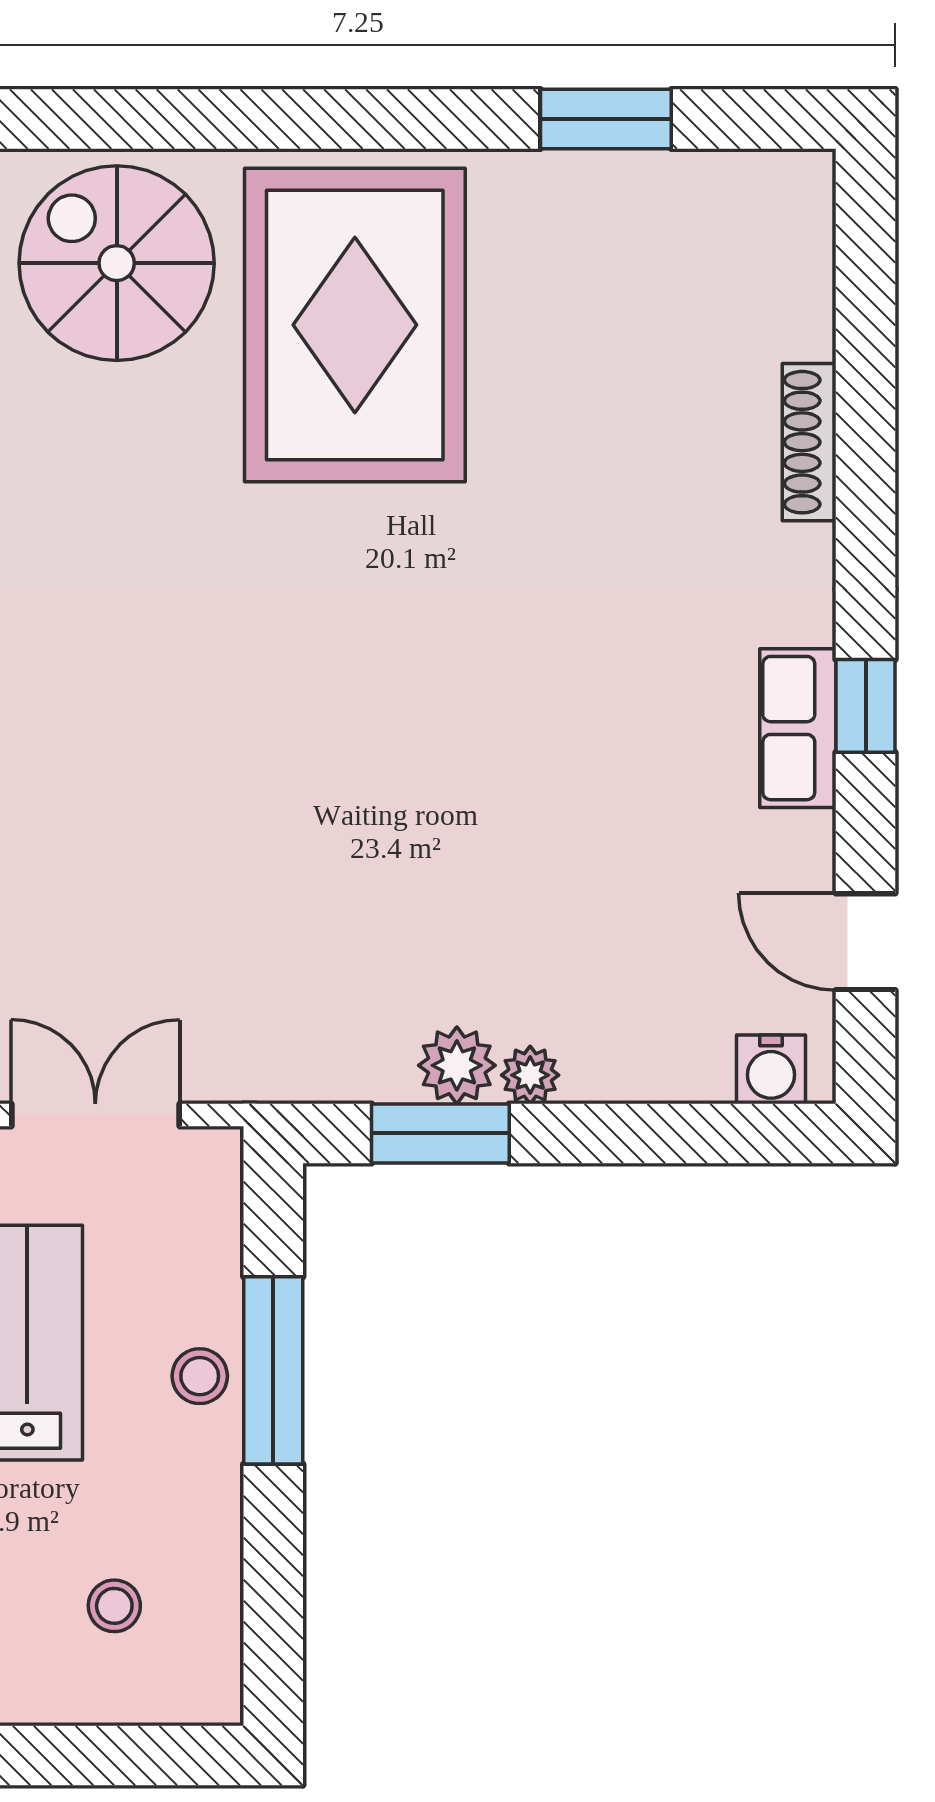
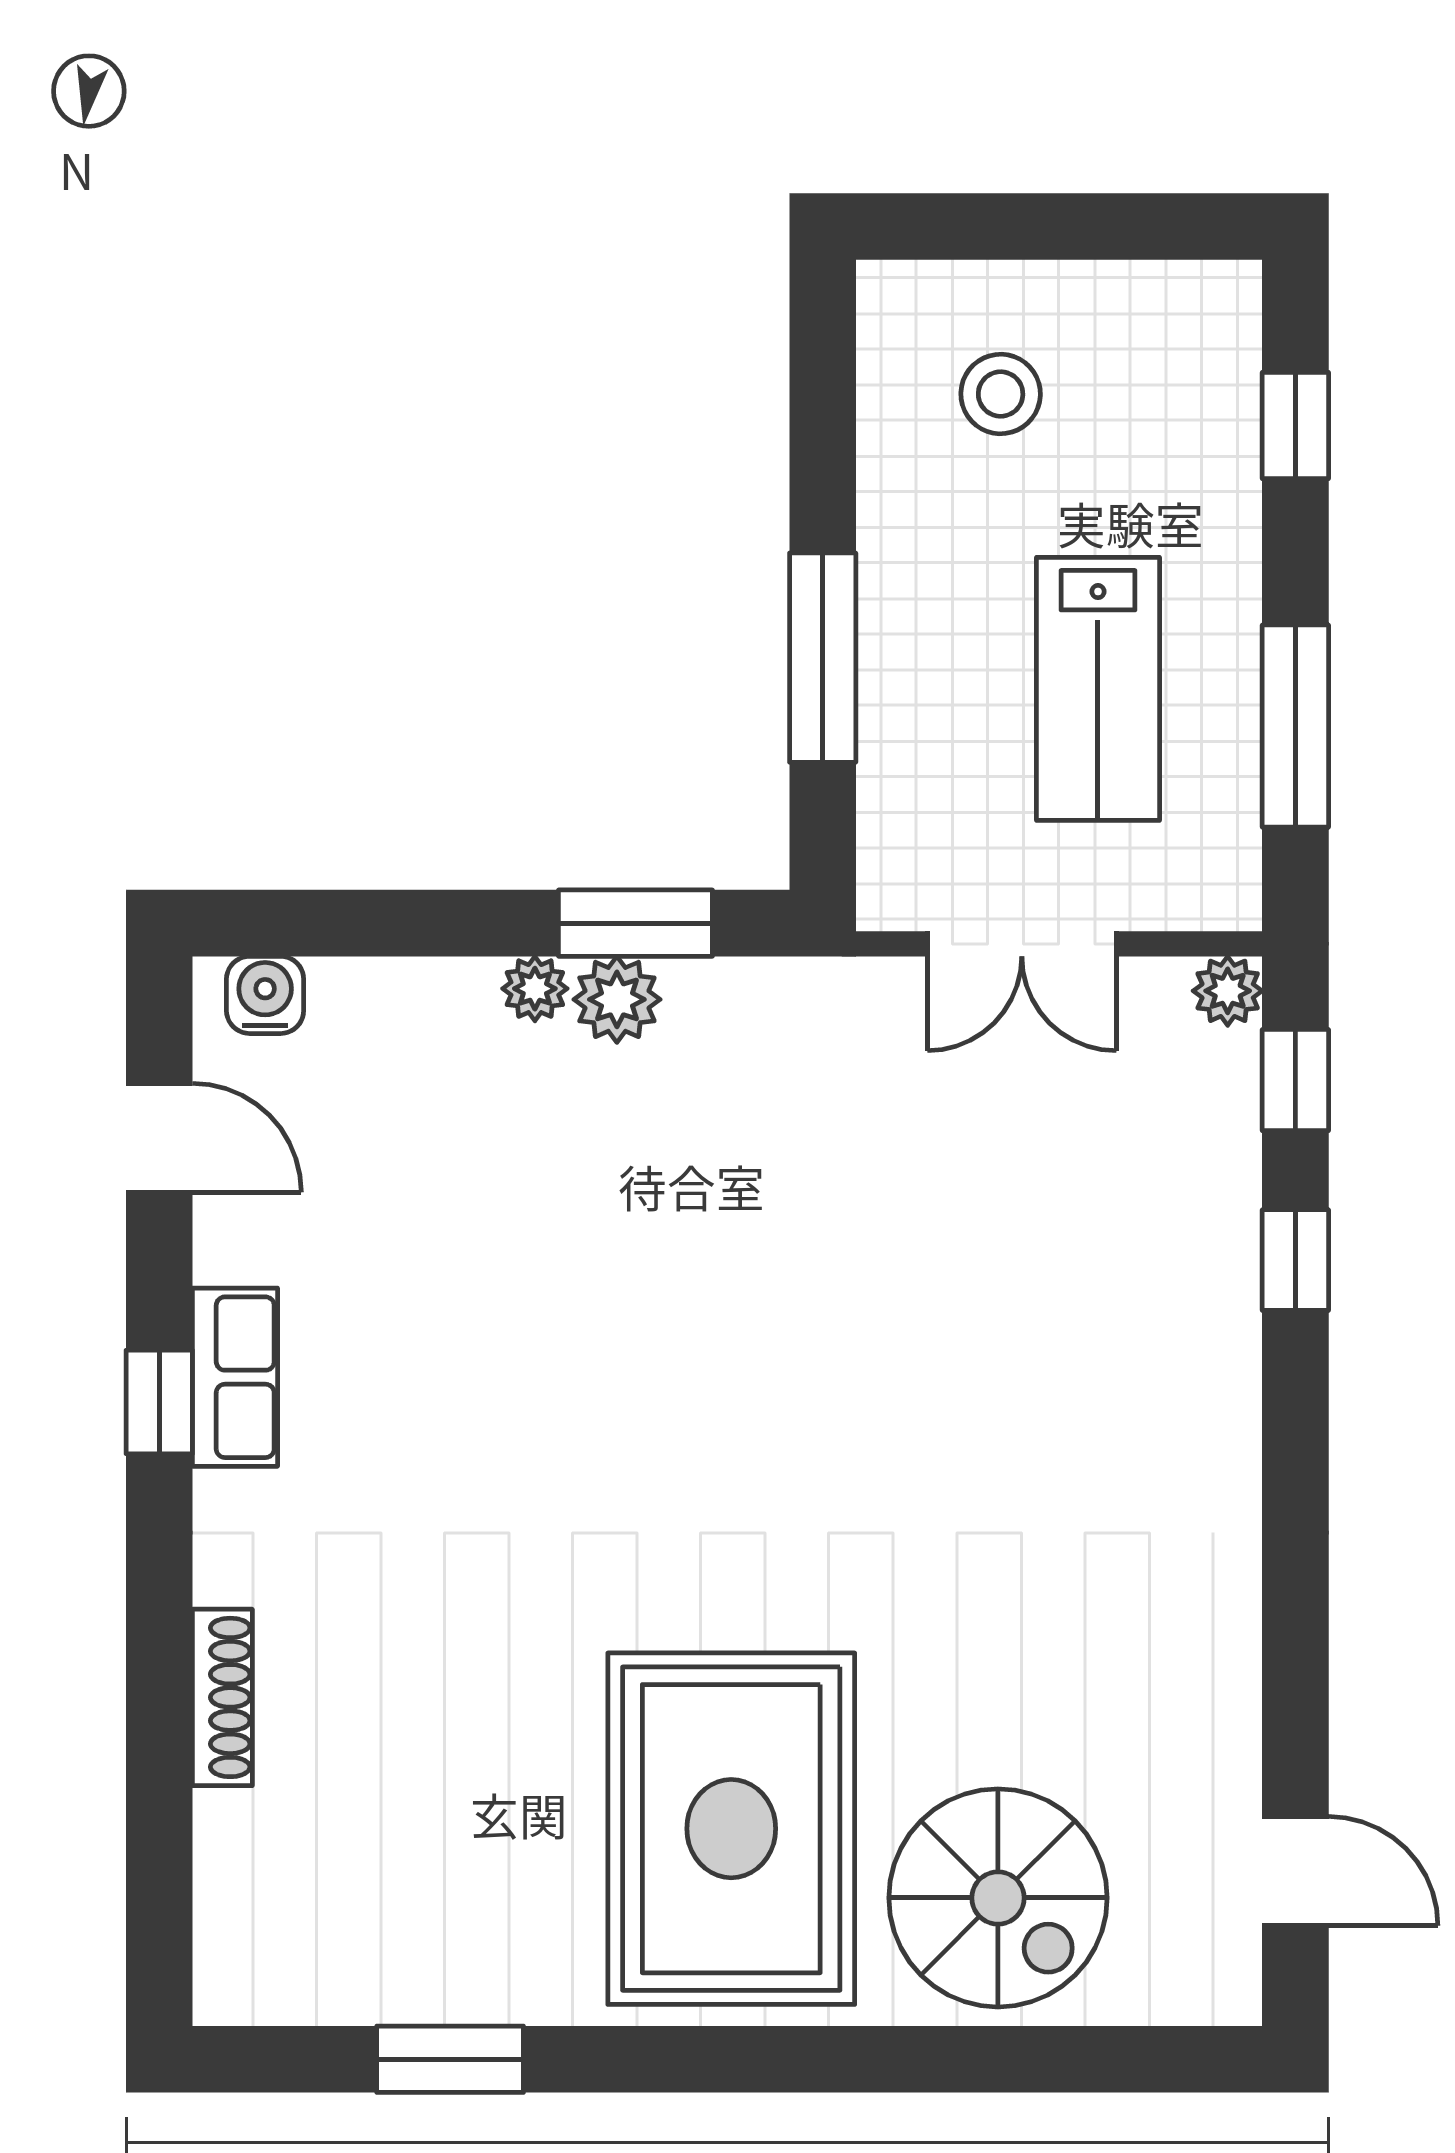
stool: (200, 1376) -> (905, 651), removed
stool: (114, 1606) -> (1001, 394), width x1.37, depth x1.37

